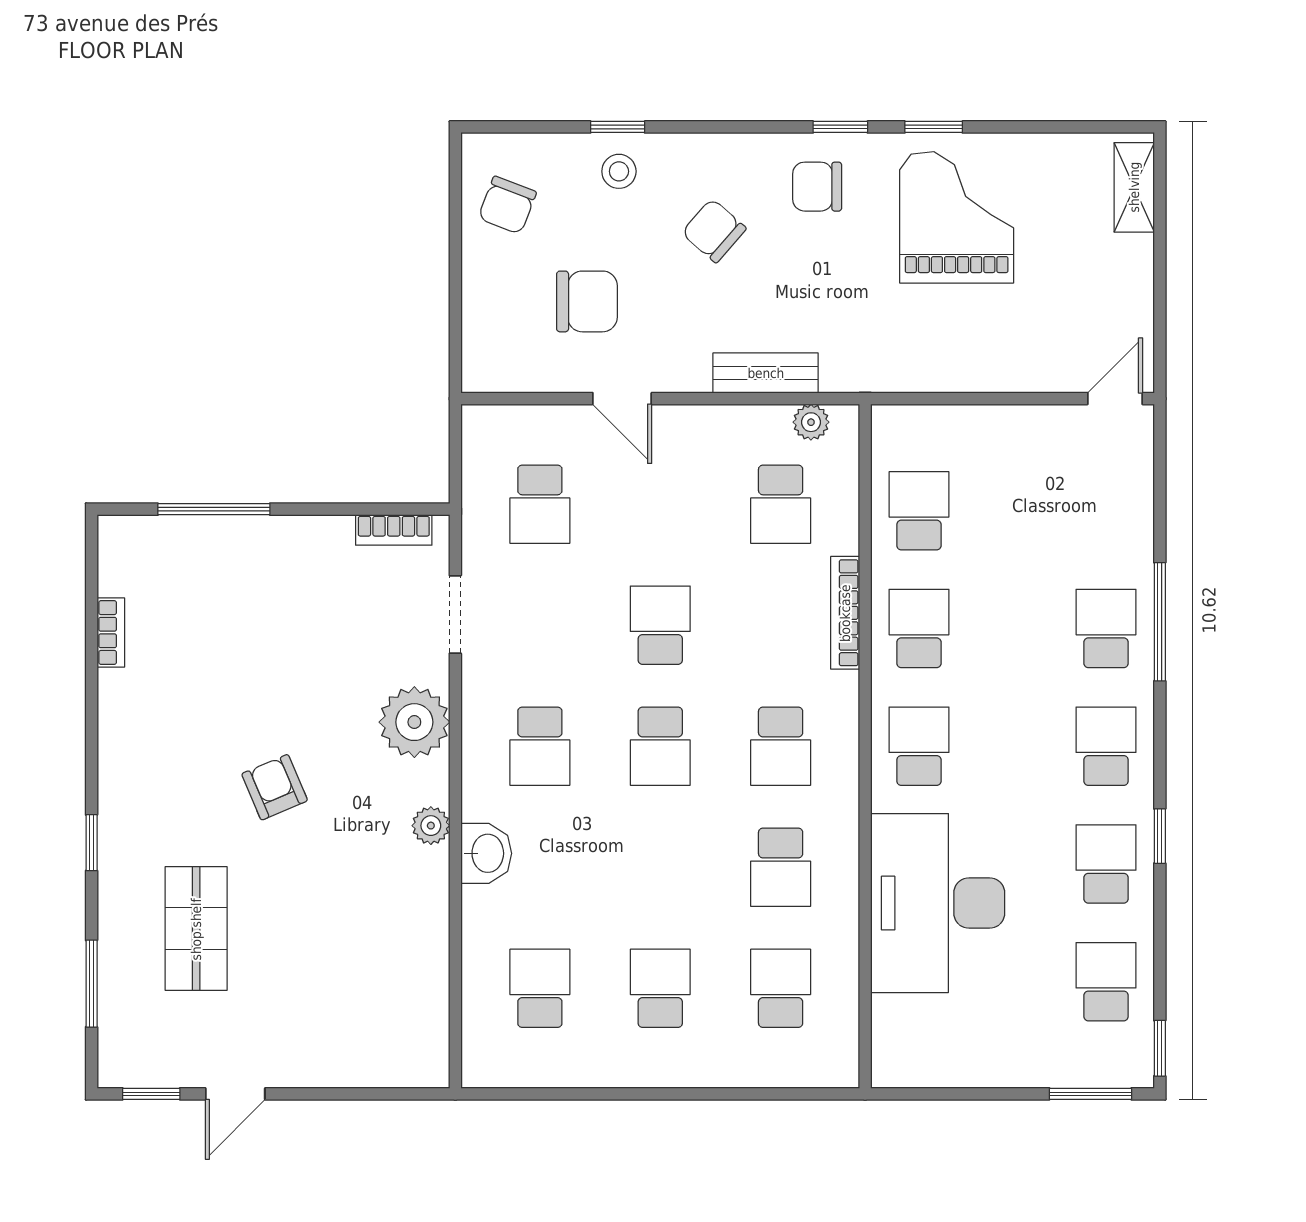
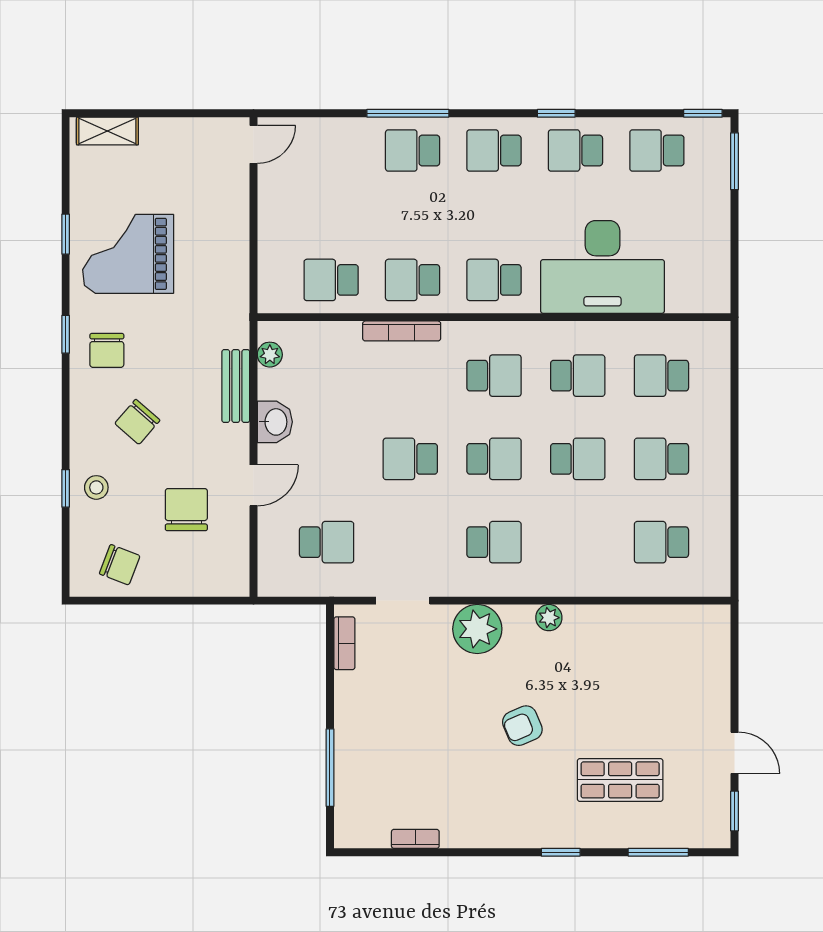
window: (934, 127) -> (66, 234), moved
door: (1115, 399) -> (254, 144), swing flipped
school desk: (781, 504) -> (578, 459), moved
washbasin: (486, 853) -> (275, 422), moved, turned 90

